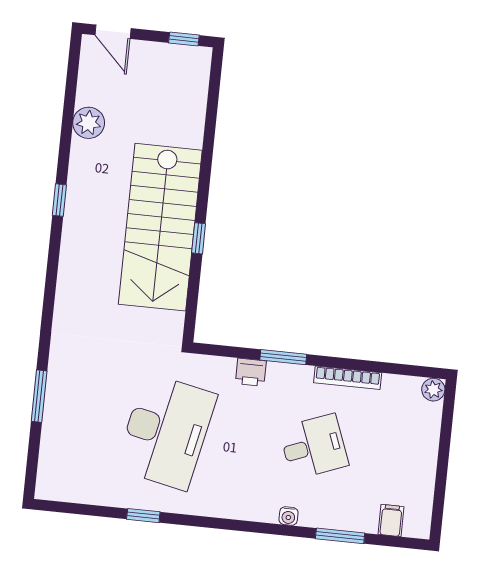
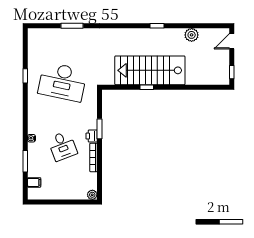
printer: (251, 372) -> (92, 136), moved

